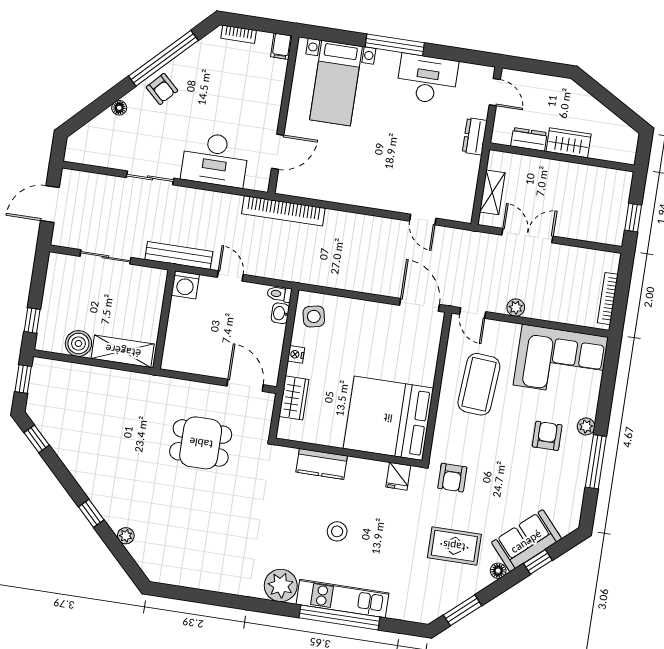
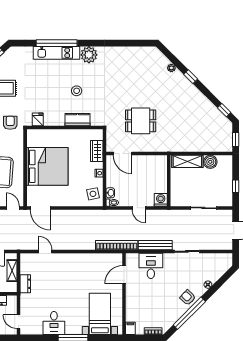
desk: (427, 79) -> (54, 323), width x0.73
dresser: (475, 136) -> (25, 284), moved
desk: (215, 159) -> (151, 266), width x0.73
bench: (179, 256) -> (155, 245), moved
window: (32, 320) -> (236, 186), moved
bed: (388, 418) -> (47, 166), moved
stool: (337, 531) -> (77, 91), moved

